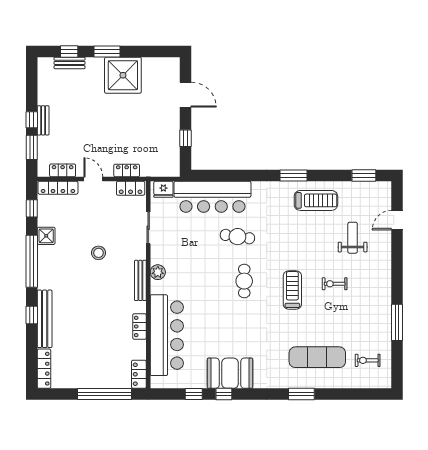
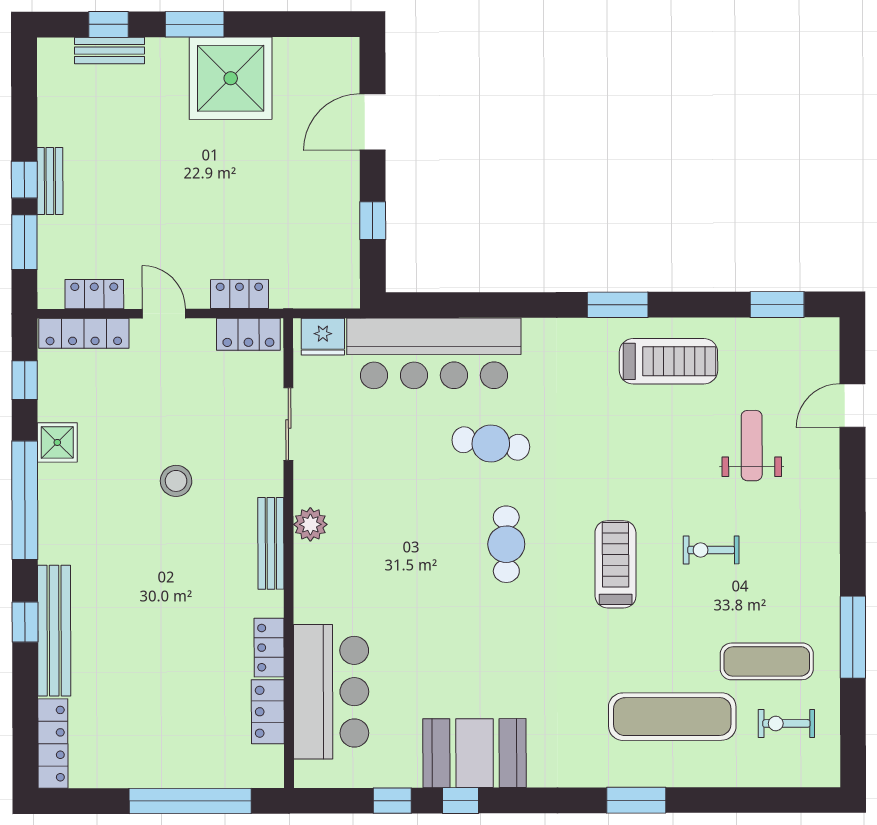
door: (186, 95) -> (373, 122), swing flipped
exercise mat: (359, 333) -> (767, 661), added
bar counter: (167, 335) -> (331, 692), width x0.73
locker: (139, 374) -> (268, 712), moved

